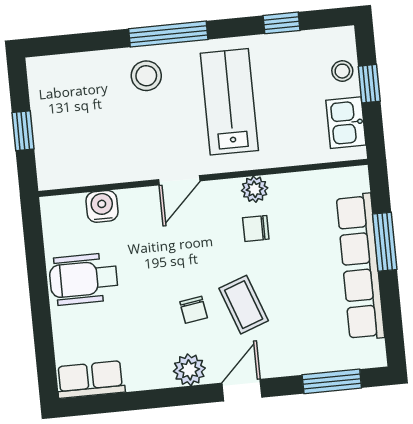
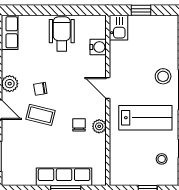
stool: (342, 71) -> (162, 159), moved
kitchen sink: (346, 123) -> (118, 28), moved, turned 90
row of seats: (360, 267) -> (64, 177), width x0.73
coffee table: (244, 305) -> (40, 115), turned 34

